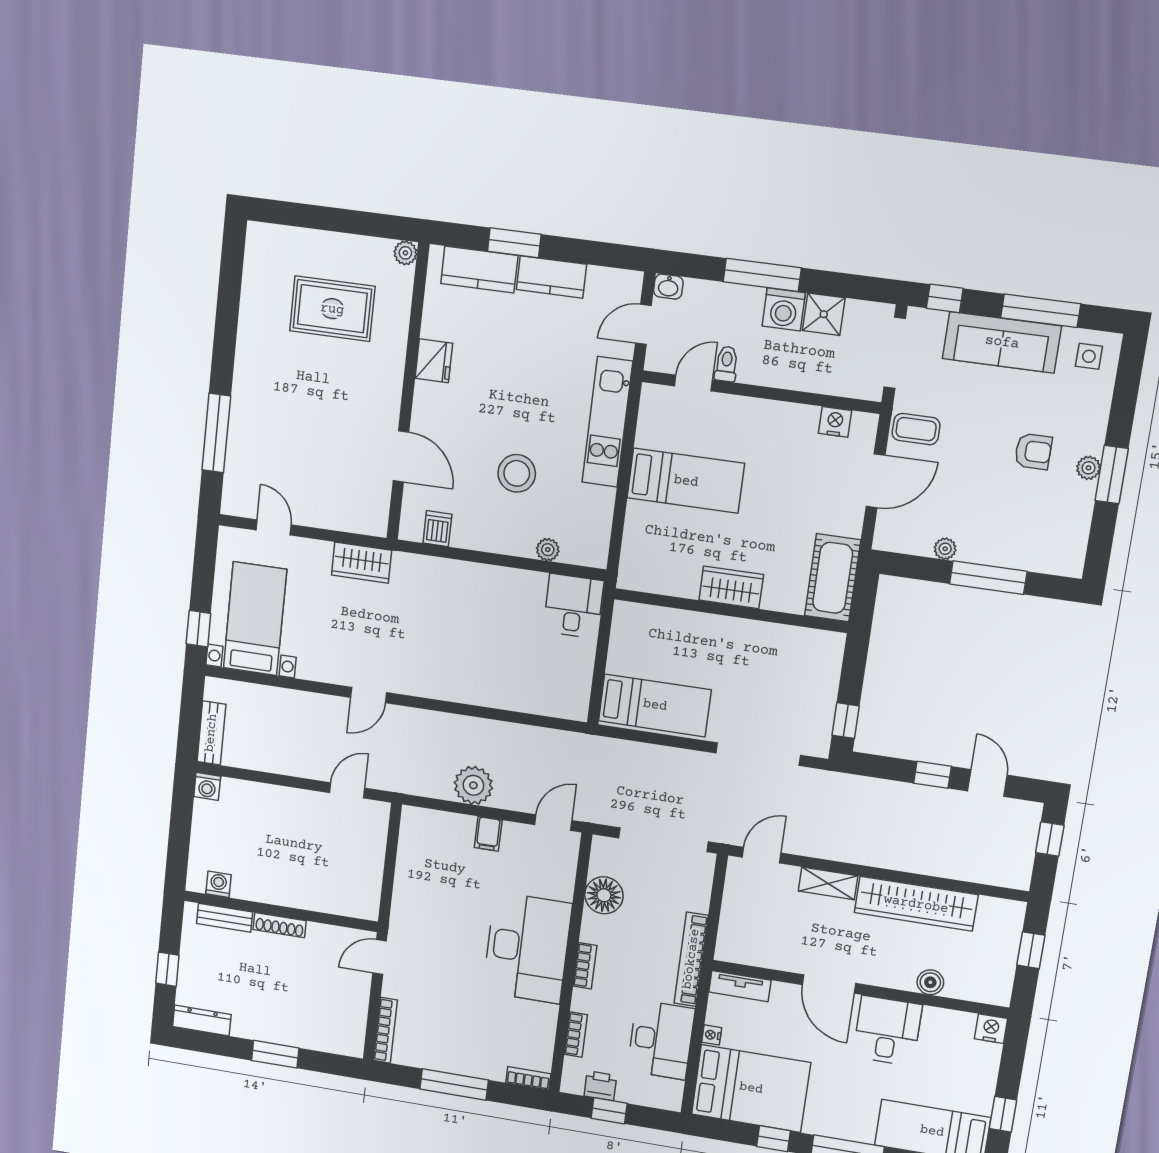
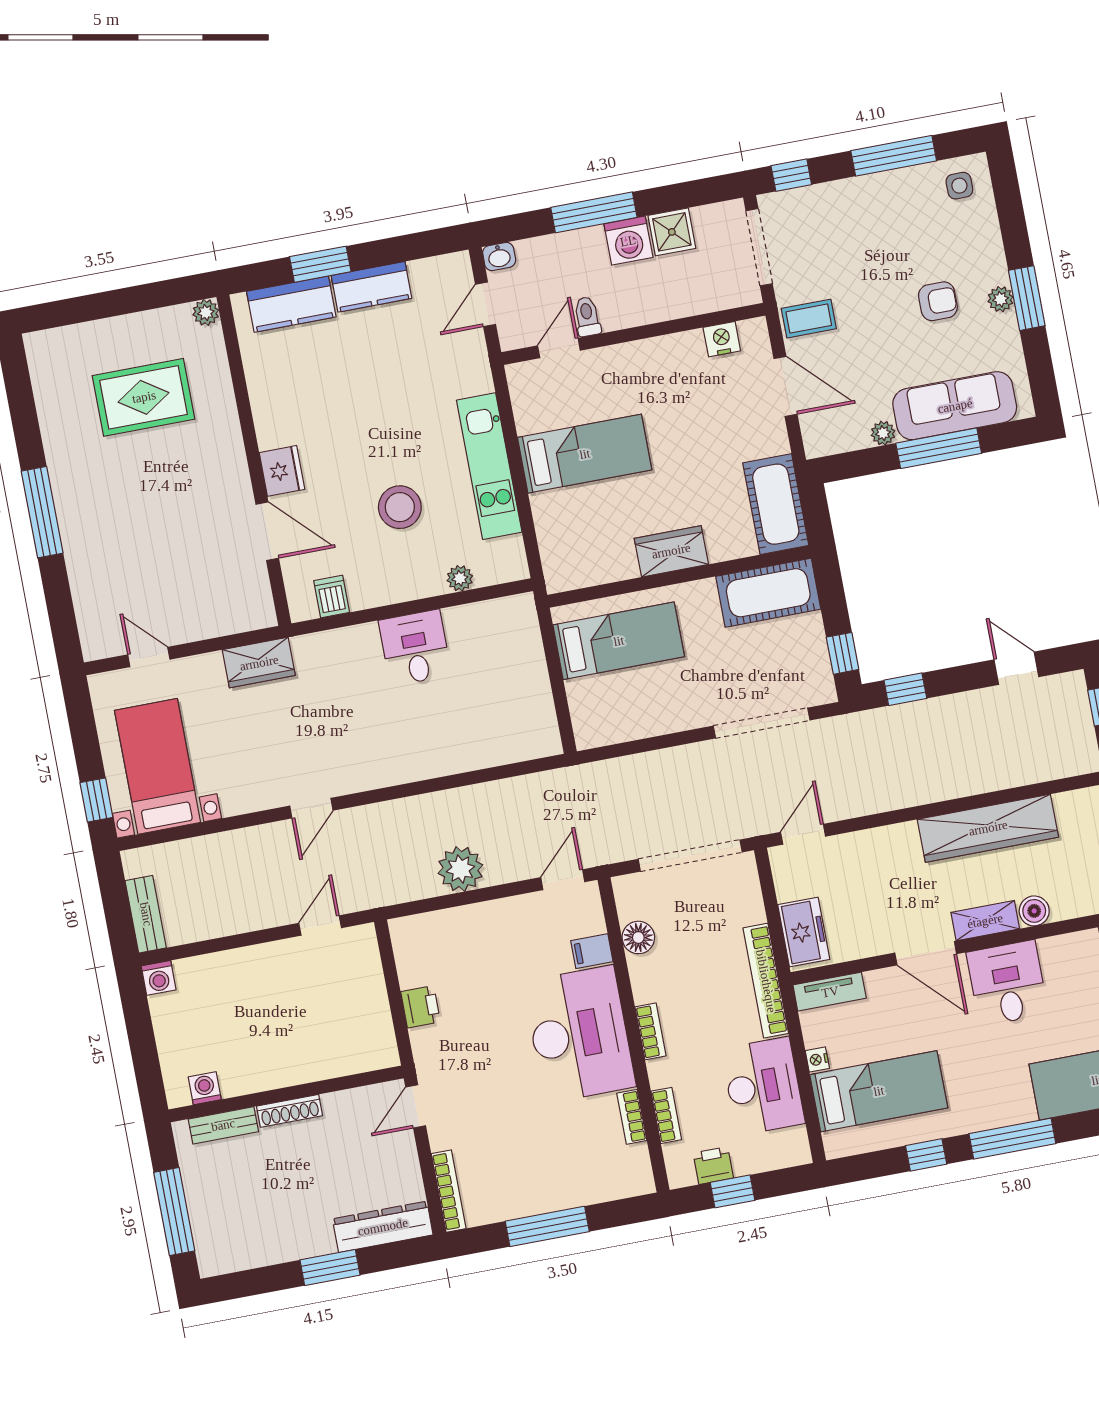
sofa: (1002, 342) -> (955, 406), moved, turned 180
fridge: (434, 361) -> (282, 471), moved
kitchen unit: (607, 422) -> (489, 466), moved
window: (216, 433) -> (42, 512), moved
door: (876, 481) -> (785, 386), hinge flipped
desk: (573, 606) -> (415, 648), moved
cot: (801, 649) -> (768, 593), added
bed: (655, 705) -> (619, 641), moved
window: (932, 775) -> (905, 689), moved
filing cabinet: (488, 834) -> (592, 951), moved, turned 90
printer: (407, 882) -> (421, 1007), added
shelving: (828, 883) -> (985, 921), moved
floor lamp: (604, 895) -> (638, 937), width x0.73, depth x0.73
freezer: (735, 932) -> (804, 932), added
window: (167, 969) -> (174, 1212), width x2.17
dresser: (202, 1021) -> (383, 1227), moved, width x1.37, depth x1.24
bookcase: (528, 1078) -> (632, 1117), moved, turned -90
bed: (751, 1088) -> (879, 1091), width x0.67

